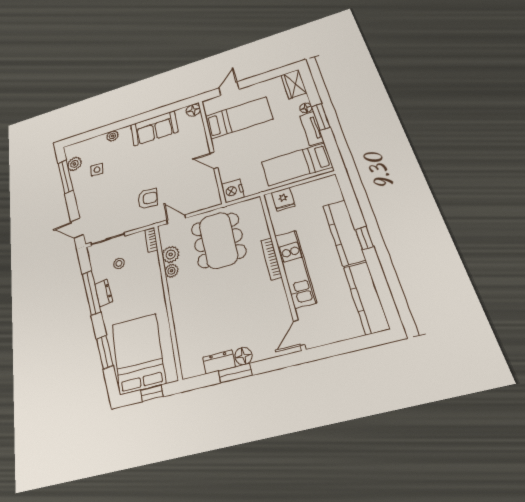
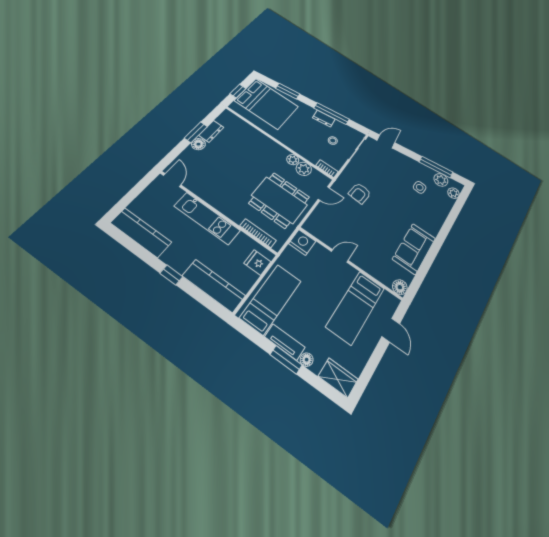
plant: (113, 136) -> (453, 193), moved
kitchen counter: (344, 232) -> (214, 286), moved
bookcase: (271, 259) -> (258, 233), moved

